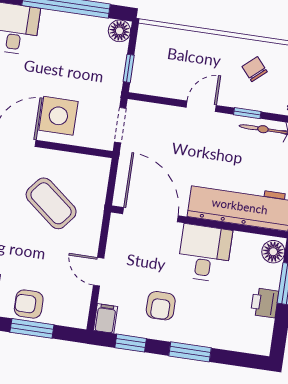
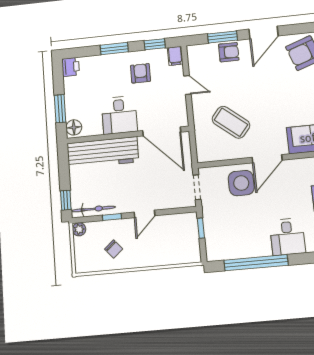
floor lamp: (119, 31) -> (214, 253), removed
printer: (265, 303) -> (71, 67), moved

